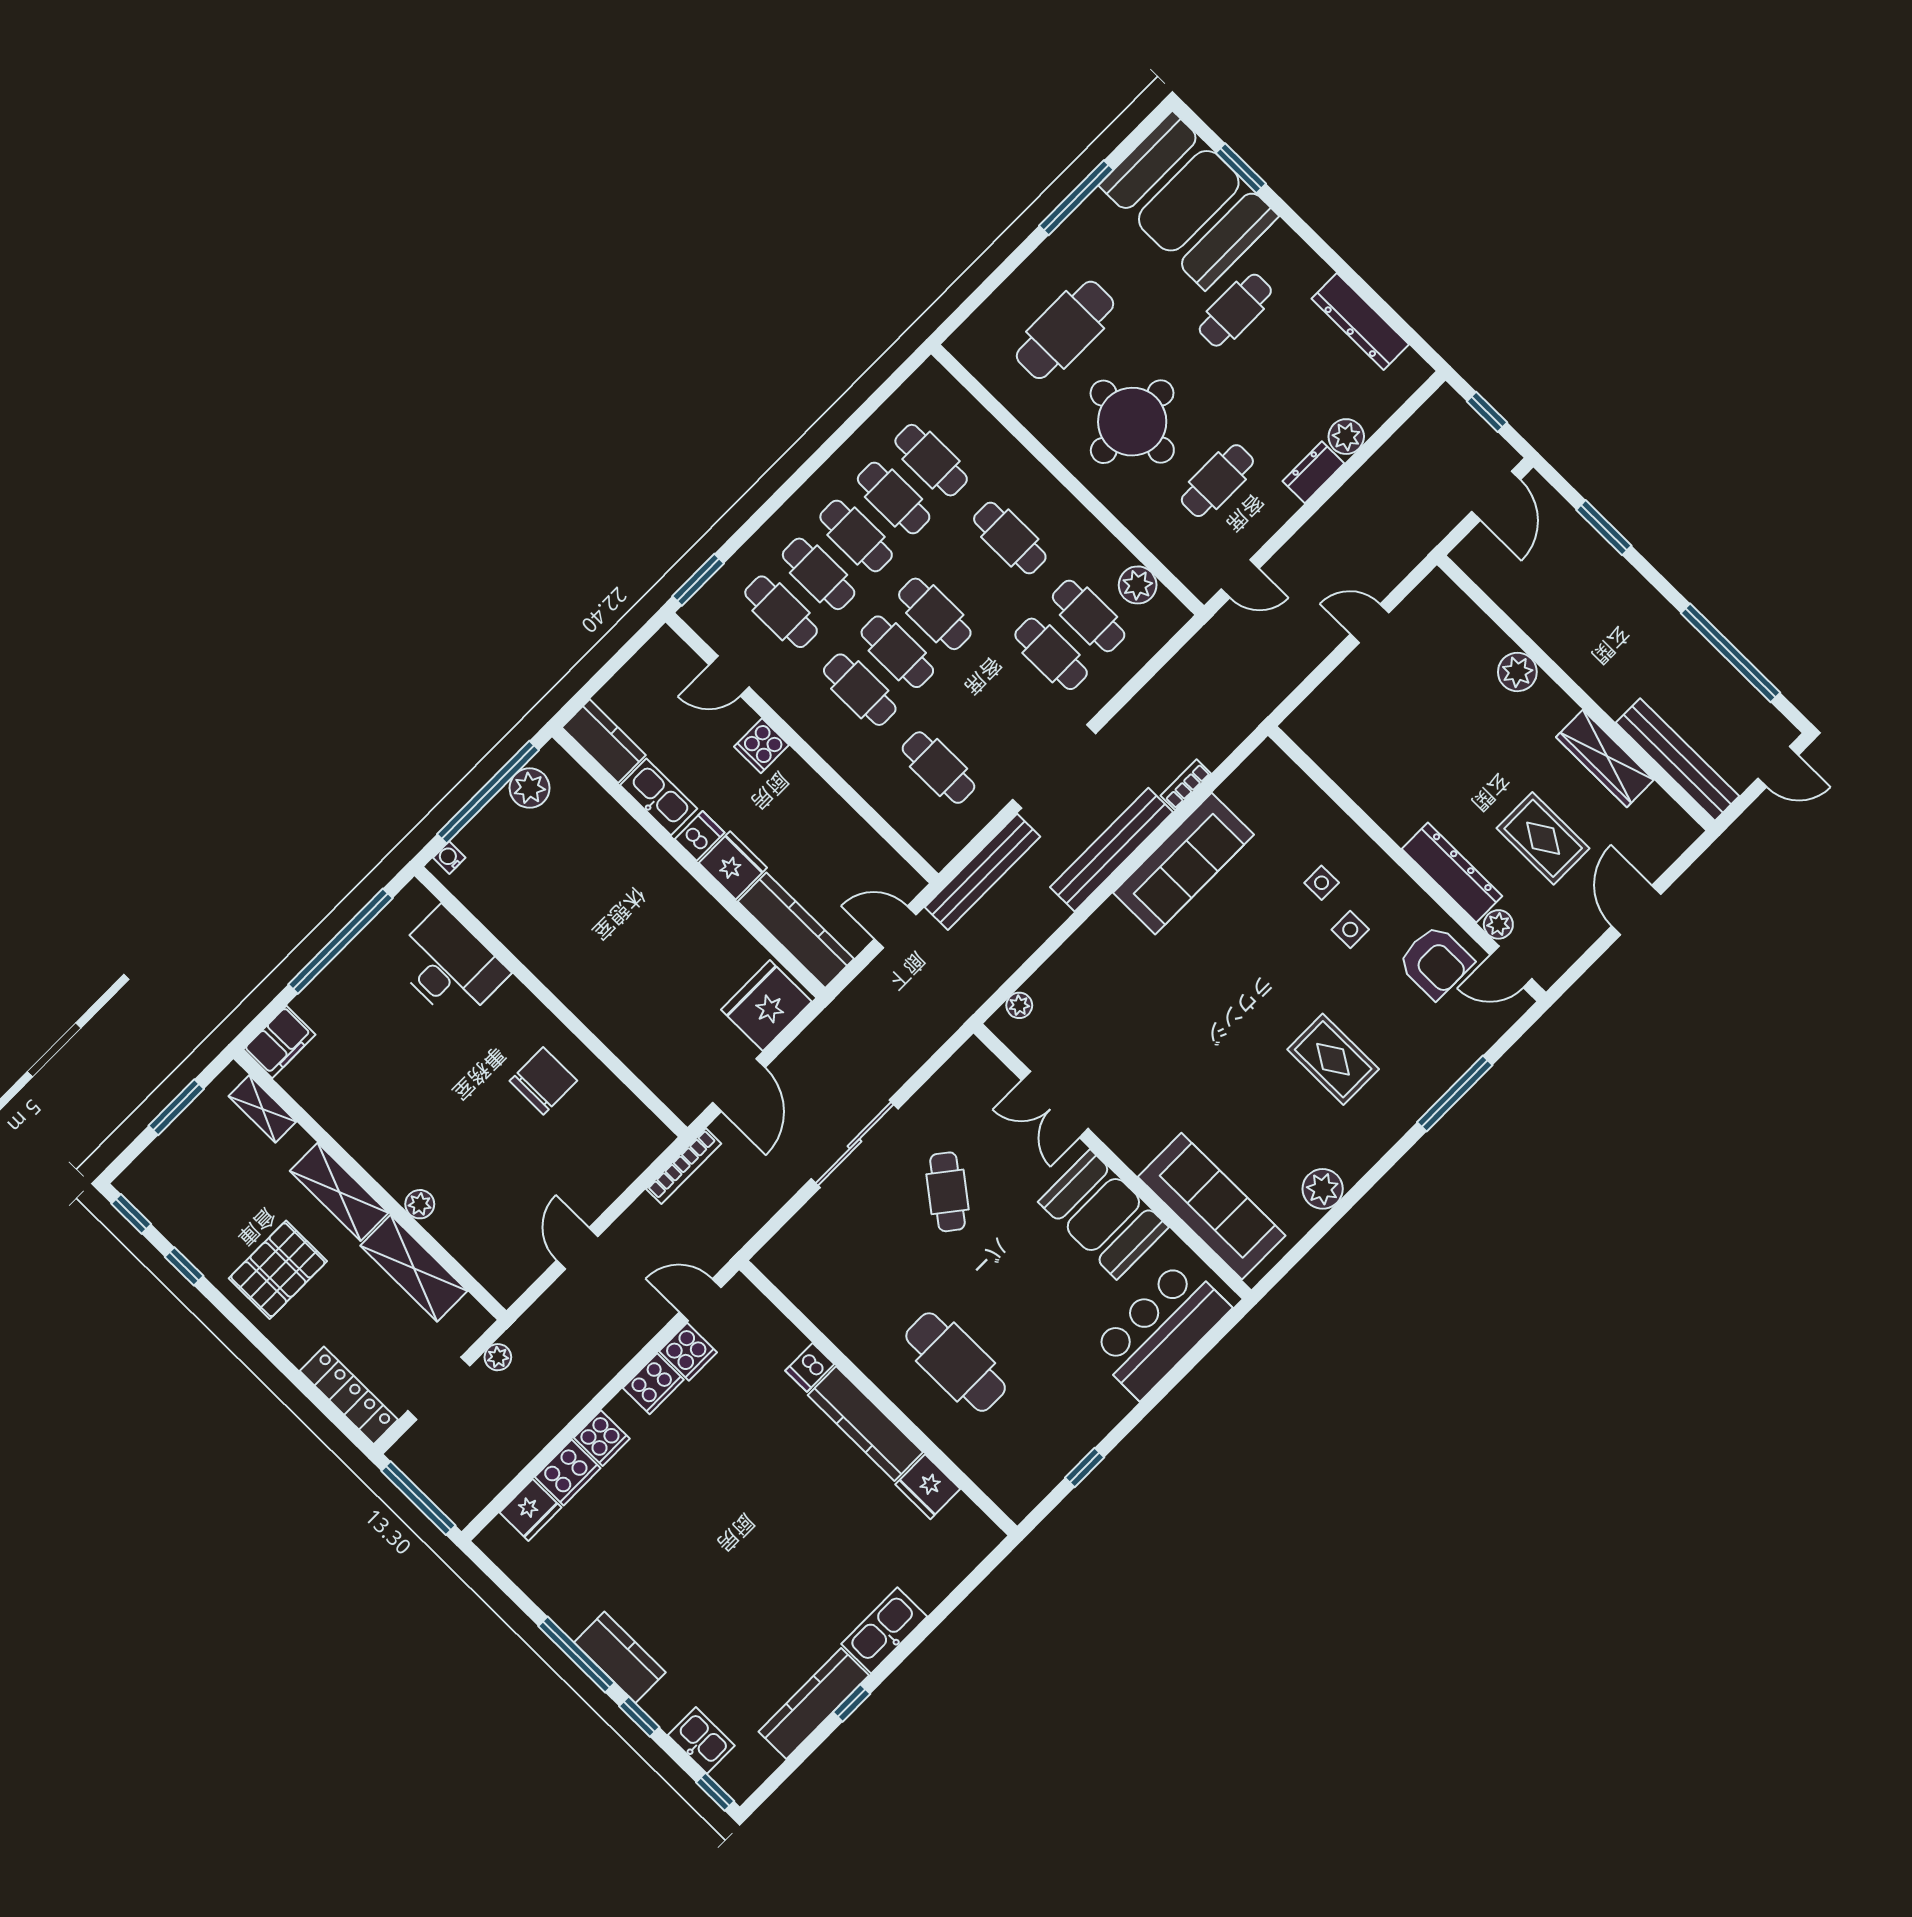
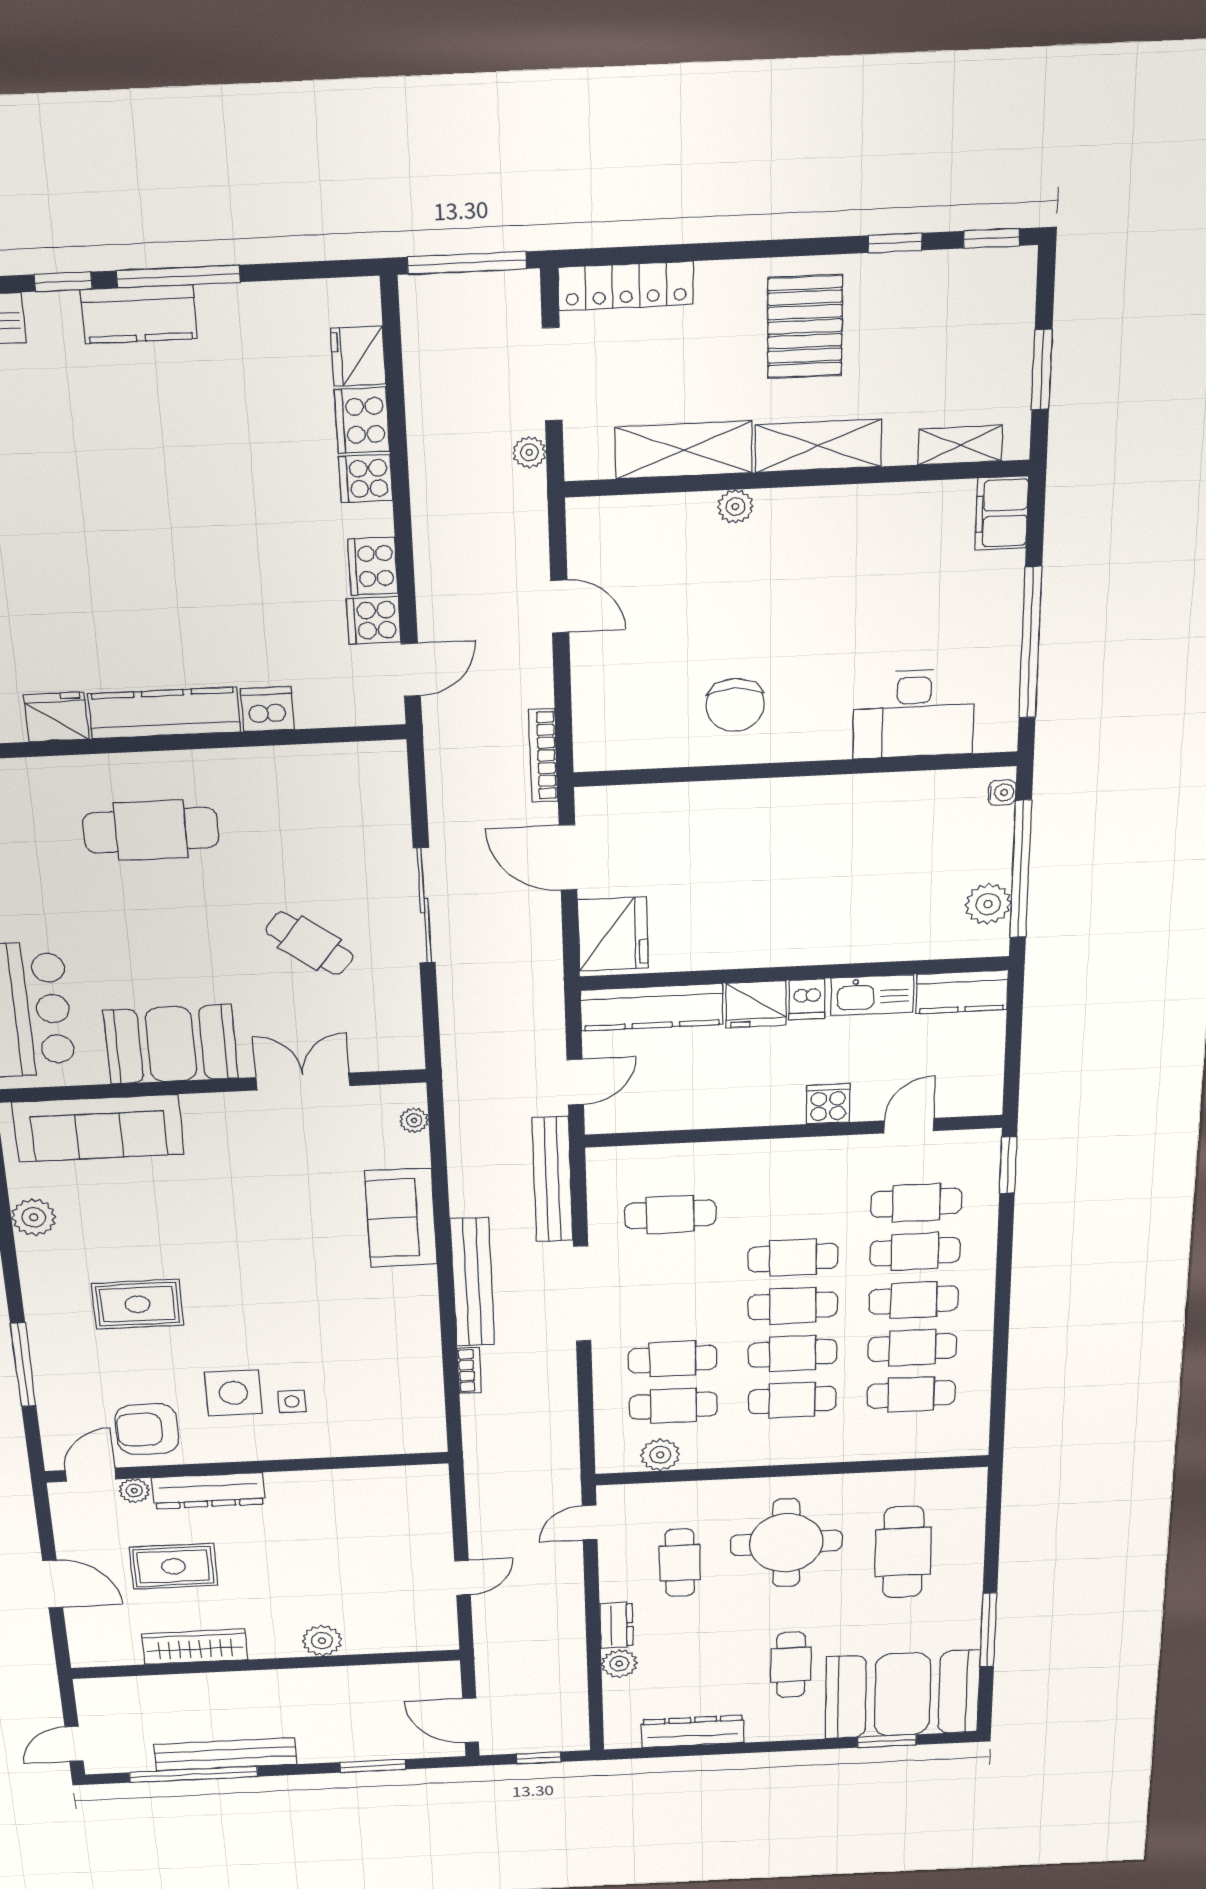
cafe table: (860, 690) -> (793, 1353), moved
bench: (1677, 759) -> (225, 1754), moved
sofa: (1183, 864) -> (401, 1218), moved, width x0.73
side table: (1350, 929) -> (233, 1393), width x1.87, depth x1.87
dishwasher: (810, 1367) -> (267, 709), width x1.38

